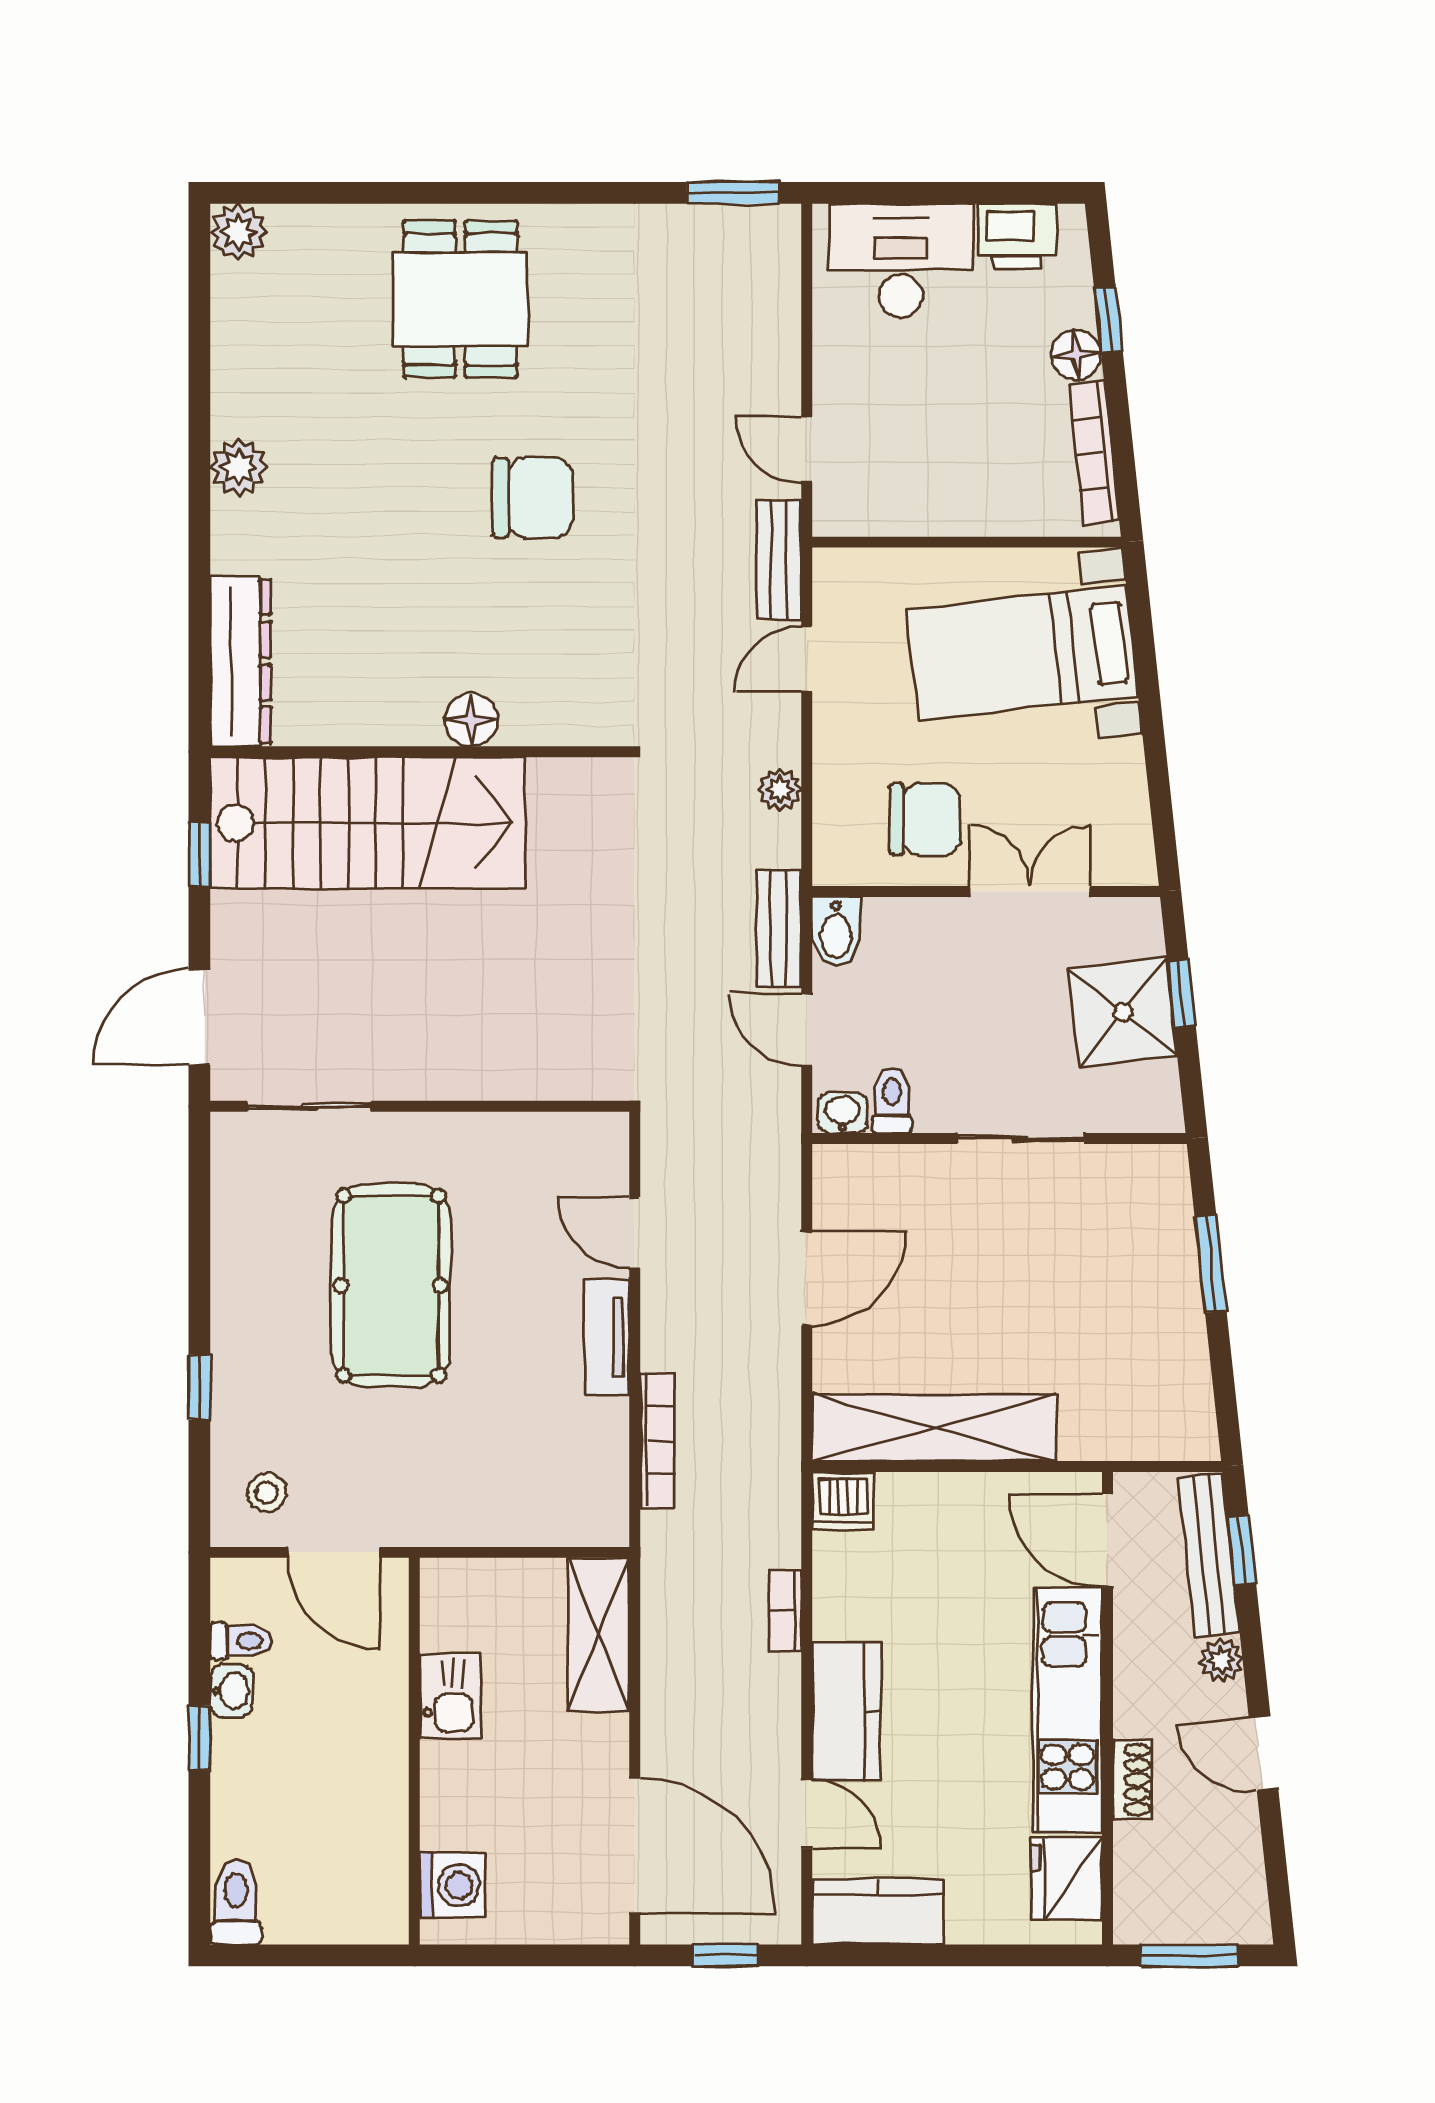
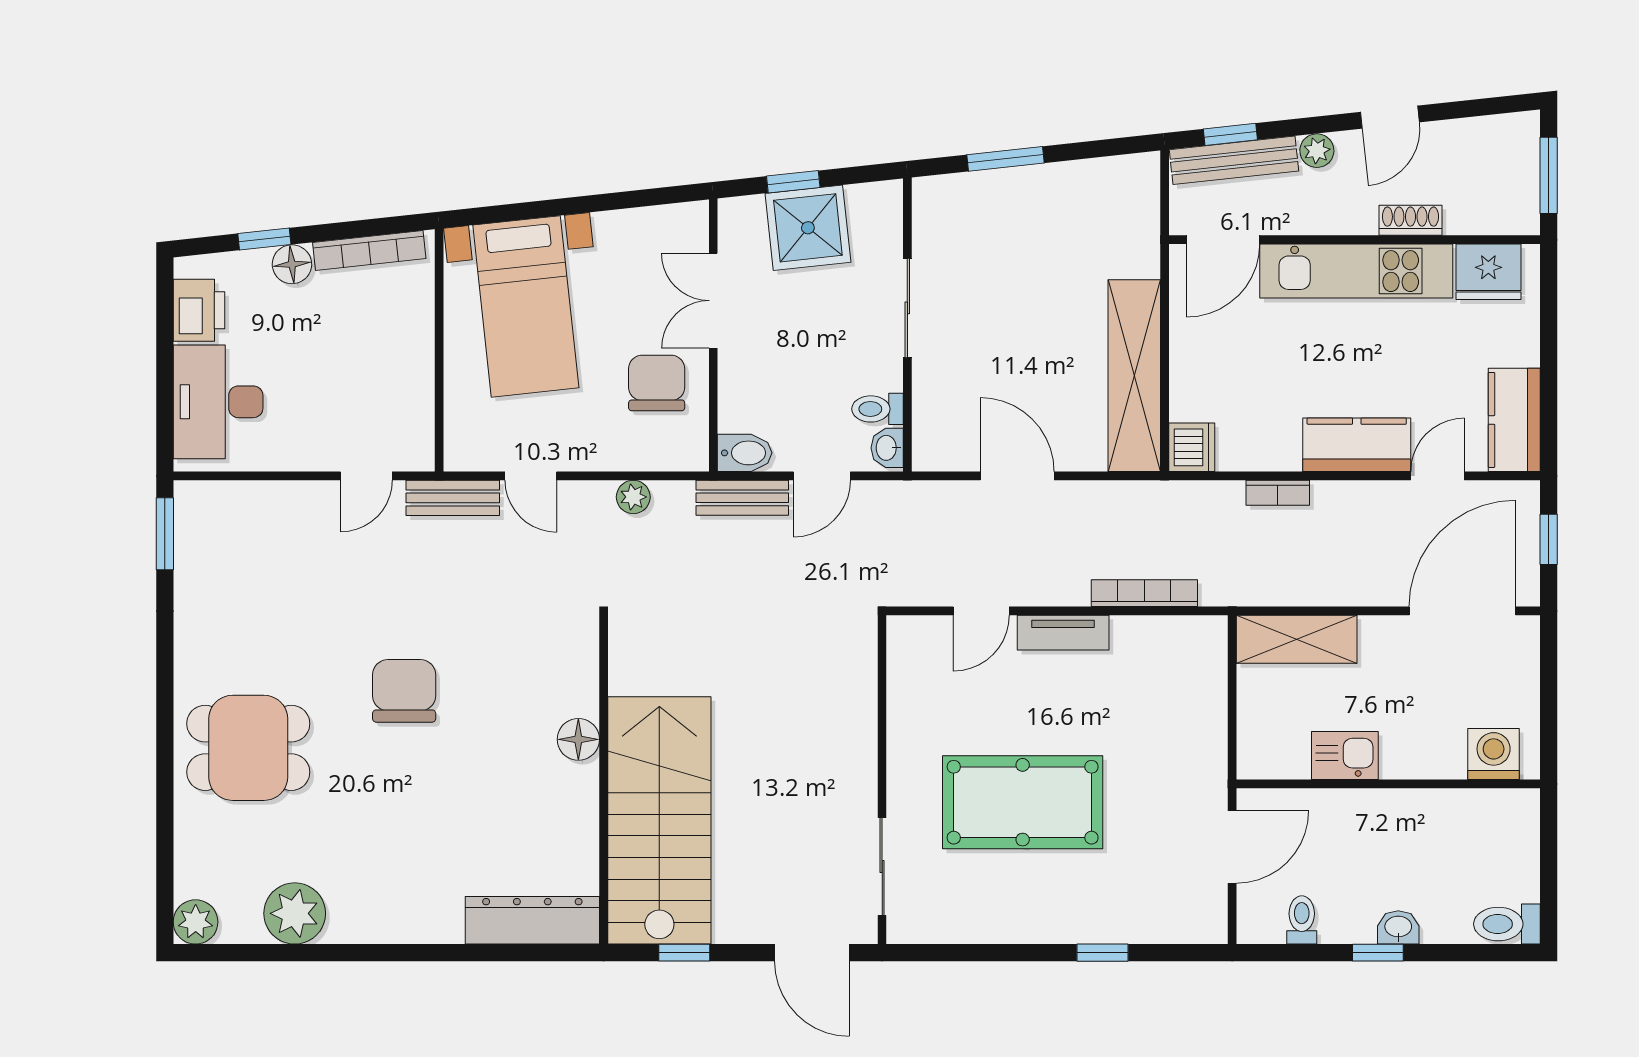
plant: (239, 467) -> (295, 913), moved, width x1.36, depth x1.36
stool: (267, 1492) -> (1185, 900), removed
washbasin: (231, 1691) -> (1398, 927), moved

